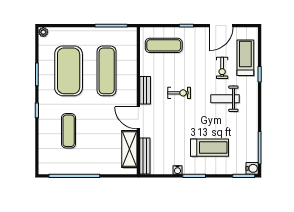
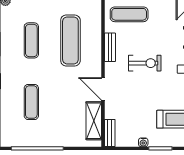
exercise mat: (69, 71) -> (31, 40), width x0.50, depth x0.69
bench: (145, 90) -> (110, 47), moved
exercise bike: (179, 93) -> (145, 63), width x1.38, depth x1.39
bench: (145, 156) -> (110, 133), width x0.73

